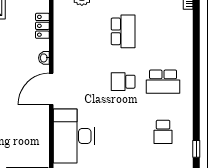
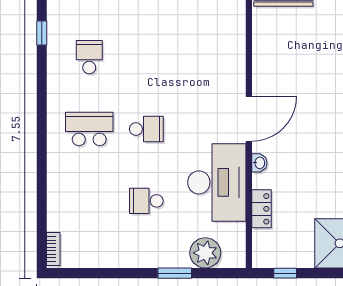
school desk: (123, 31) -> (146, 201), width x0.54
desk: (74, 136) -> (217, 182), moved

